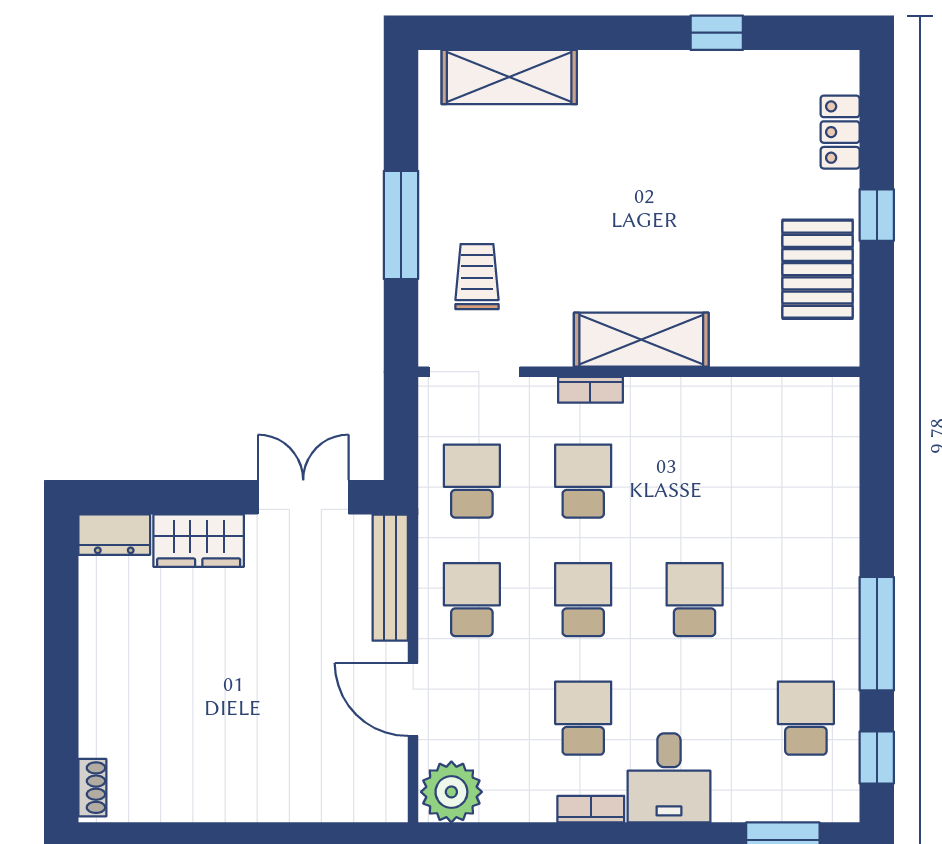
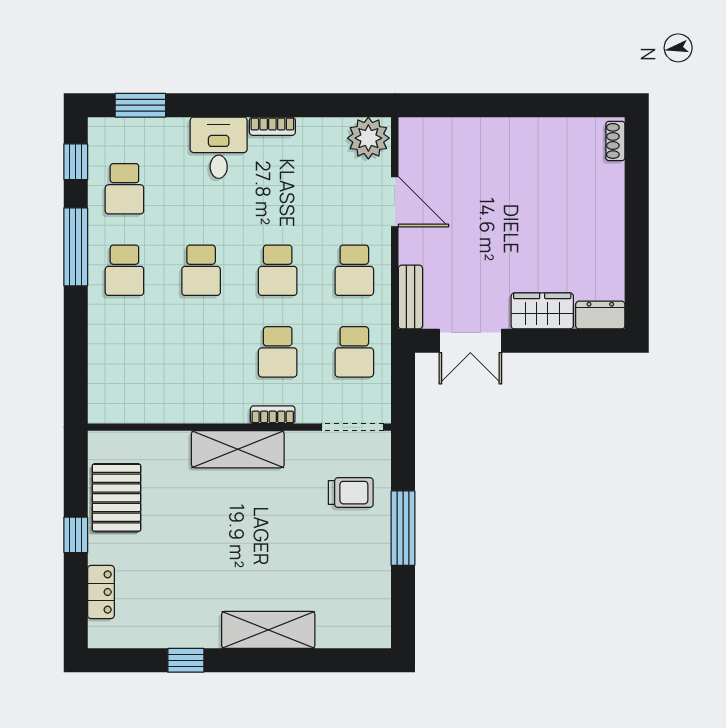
shelving: (509, 77) -> (268, 630), moved
trolley: (477, 277) -> (351, 493), turned -90
bench: (390, 578) -> (410, 297), width x0.73
school desk: (583, 718) -> (124, 270), moved

